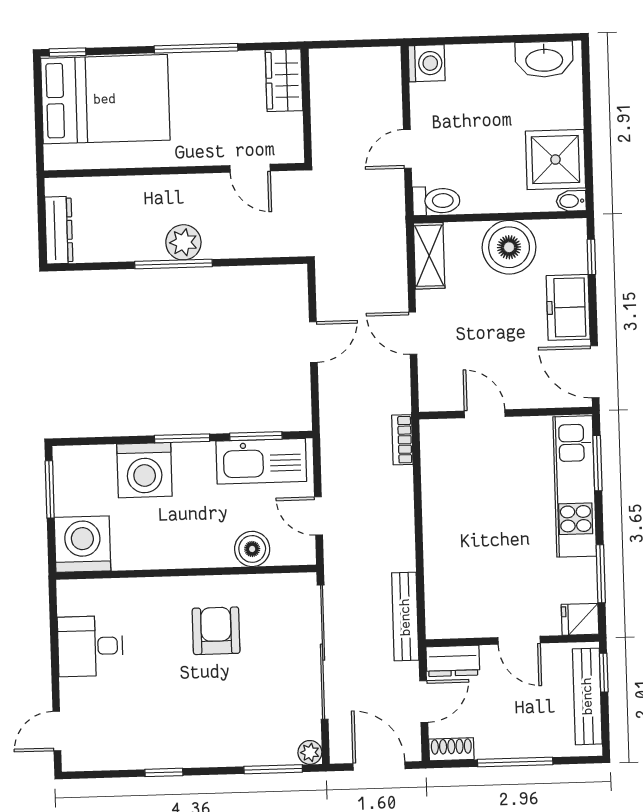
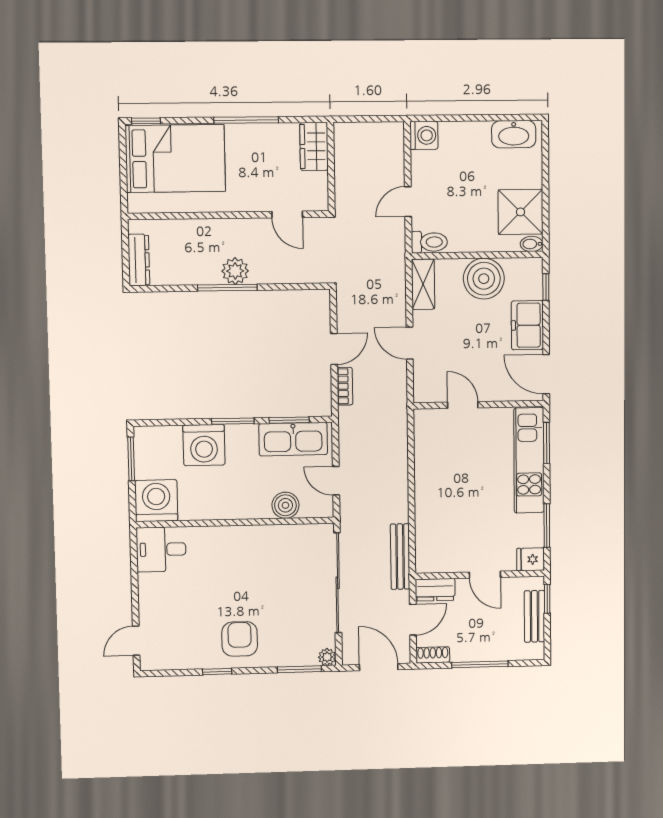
bookcase: (402, 440) -> (345, 386), moved, turned 180
armchair: (216, 631) -> (240, 639), moved
desk: (90, 646) -> (161, 549), moved
bench: (587, 696) -> (535, 616), width x0.73

